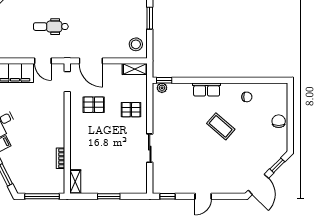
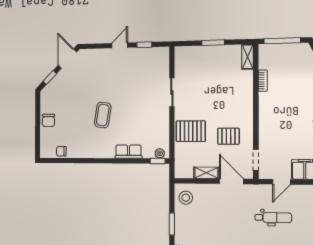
door: (43, 61) -> (282, 182), swing flipped
shelving: (135, 69) -> (206, 173), moved
row of seats: (207, 89) -> (128, 152), moved
chair: (247, 97) -> (61, 151), moved
pallet: (131, 110) -> (191, 131), width x1.50, depth x1.42
coffee table: (221, 126) -> (103, 115), turned 58
window: (167, 196) -> (144, 45), moved

